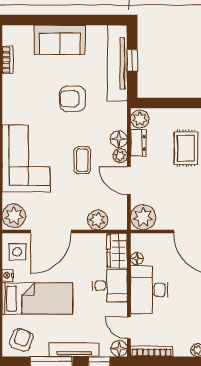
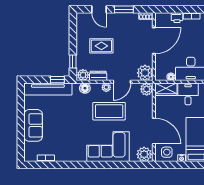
window: (132, 60) -> (57, 80), moved
armchair: (73, 99) -> (70, 117), removed
window: (161, 103) -> (73, 62), added
floor lamp: (119, 139) -> (85, 88), moved
coffee table: (82, 160) -> (109, 111), width x1.86, depth x1.72
plant: (98, 220) -> (147, 89), moved

